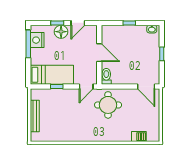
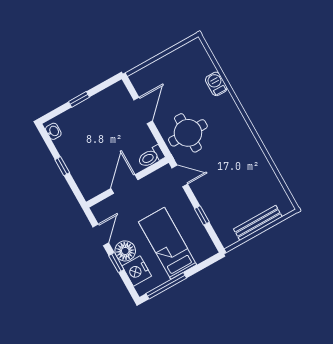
door: (78, 23) -> (101, 235), hinge flipped
nightstand: (37, 40) -> (137, 271), moved, turned 90
bed: (52, 75) -> (168, 243), moved
door: (146, 87) -> (143, 110), moved
barbecue: (139, 137) -> (216, 84), moved

